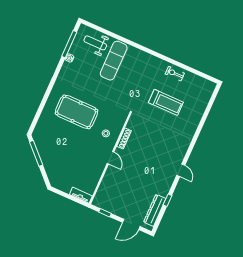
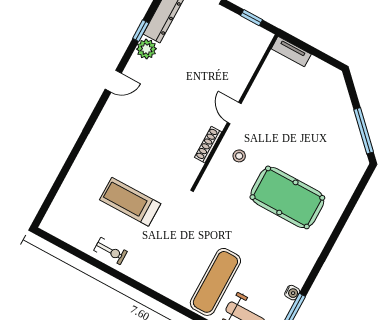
door: (181, 170) -> (113, 81), swing flipped
plant: (163, 190) -> (146, 49), added

